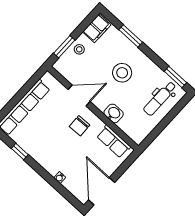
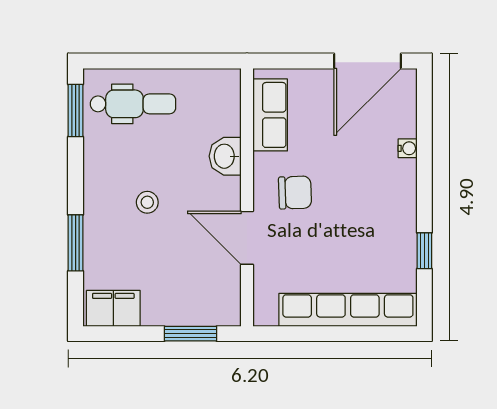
stool: (79, 49) -> (173, 306), removed
stool: (122, 73) -> (147, 202), width x0.53, depth x0.53

